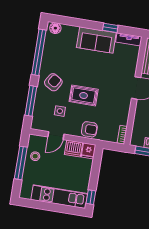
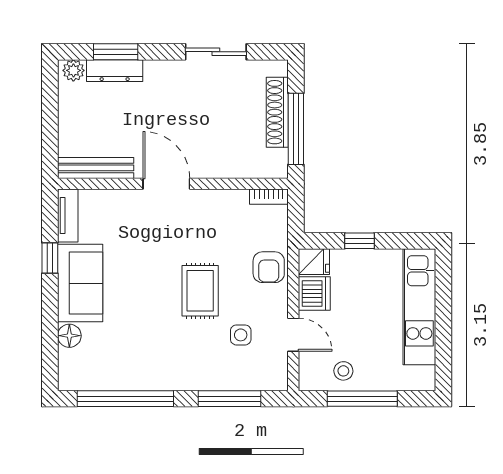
floor lamp: (55, 28) -> (69, 336), moved
armchair: (53, 82) -> (183, 358), removed
armchair: (89, 129) -> (269, 267), turned 180
window: (91, 197) -> (360, 241), moved

